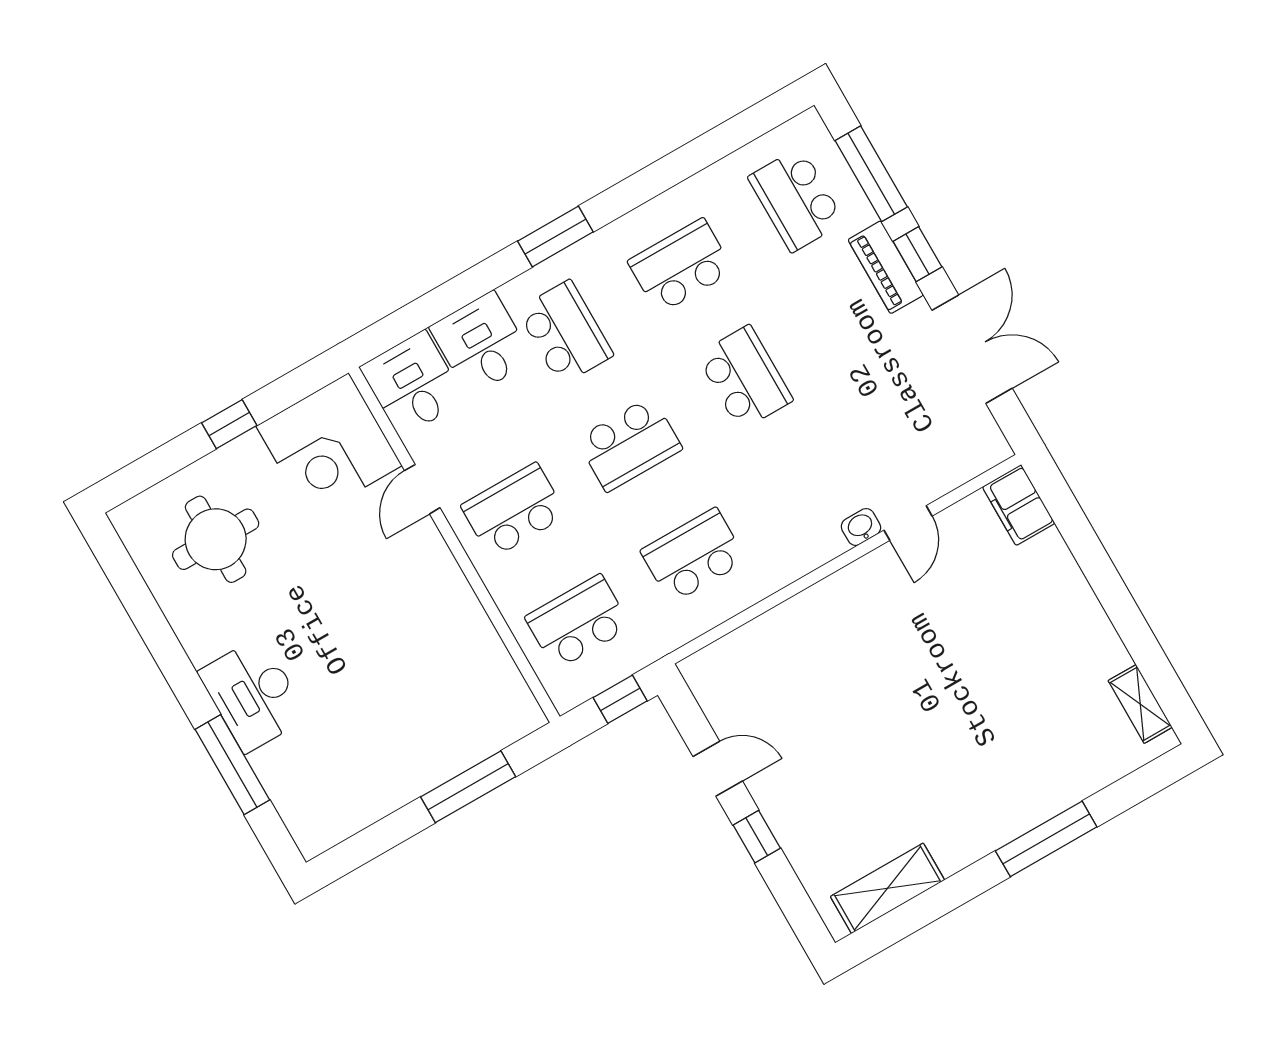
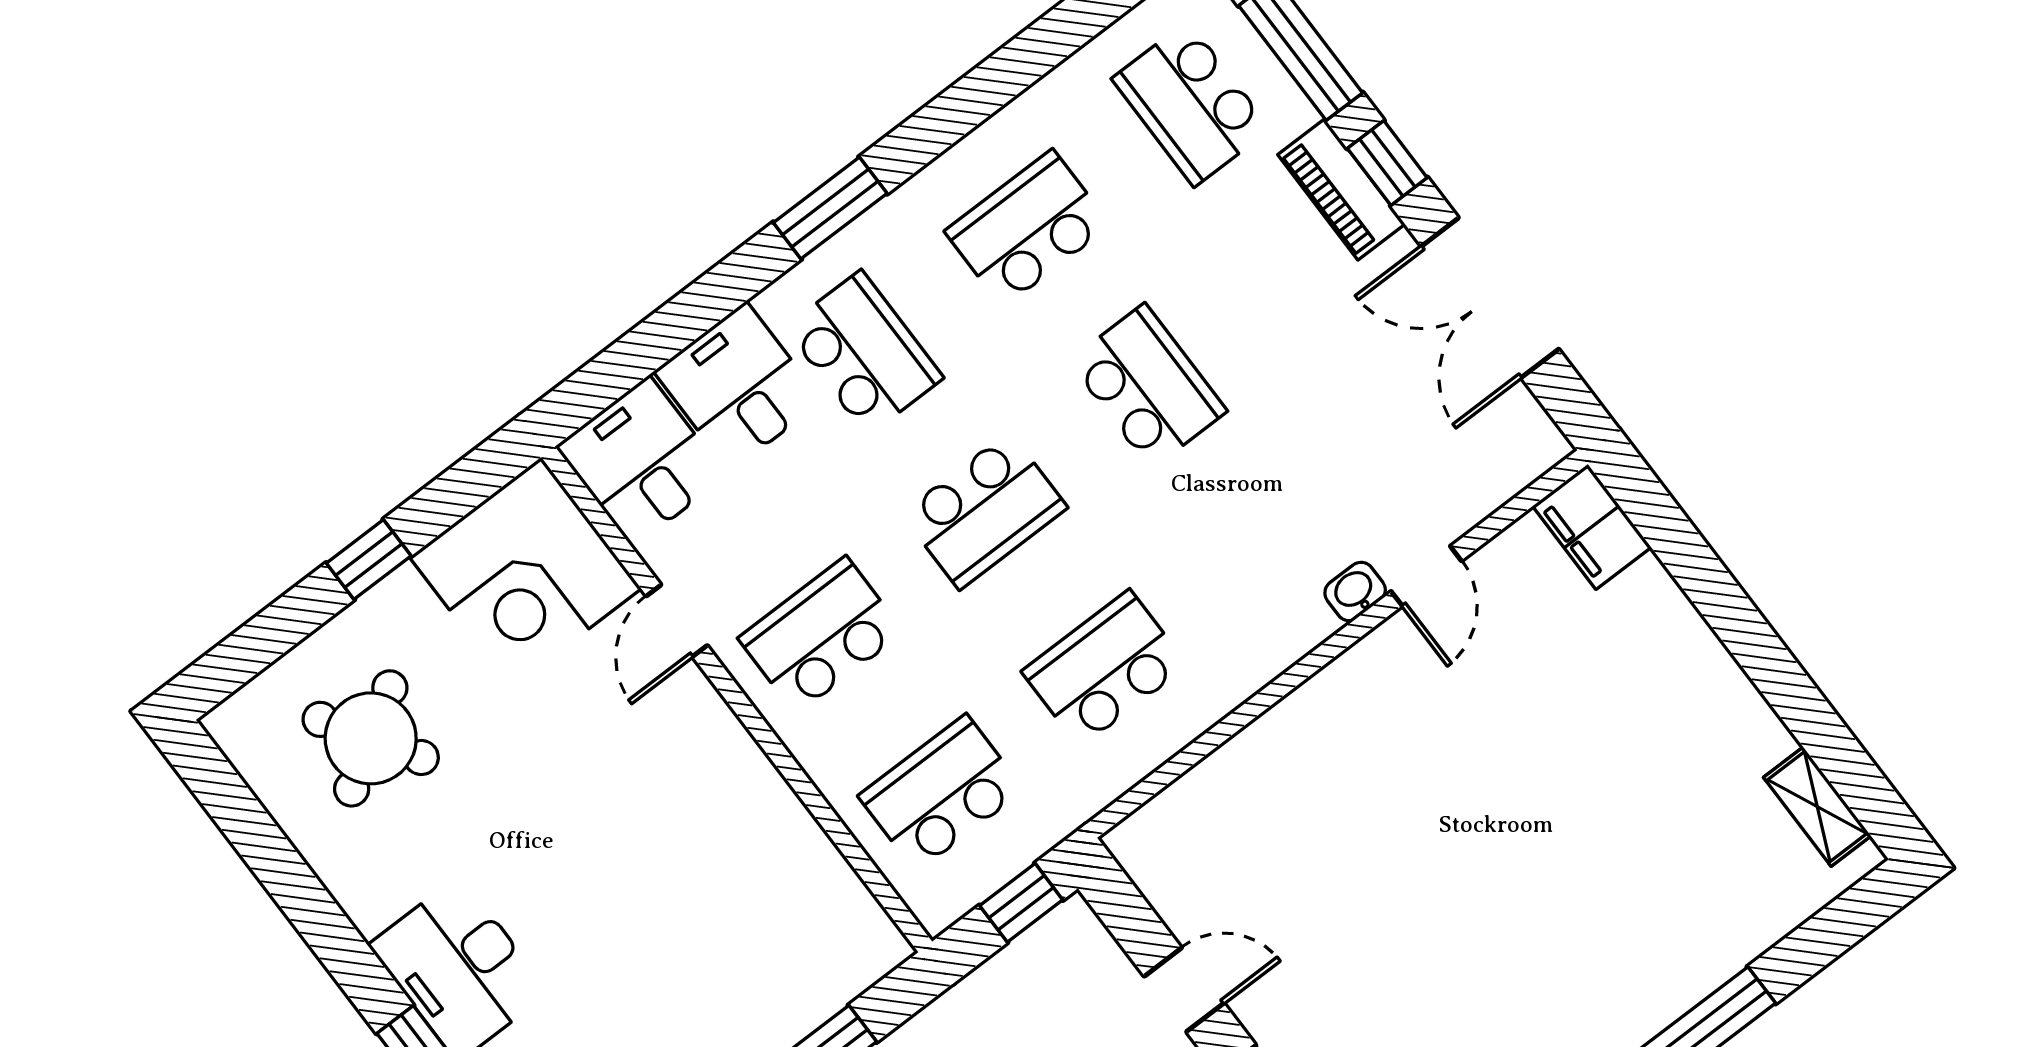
double door: (972, 349) -> (1490, 298), swing flipped
round table: (216, 539) -> (371, 738), turned -32

